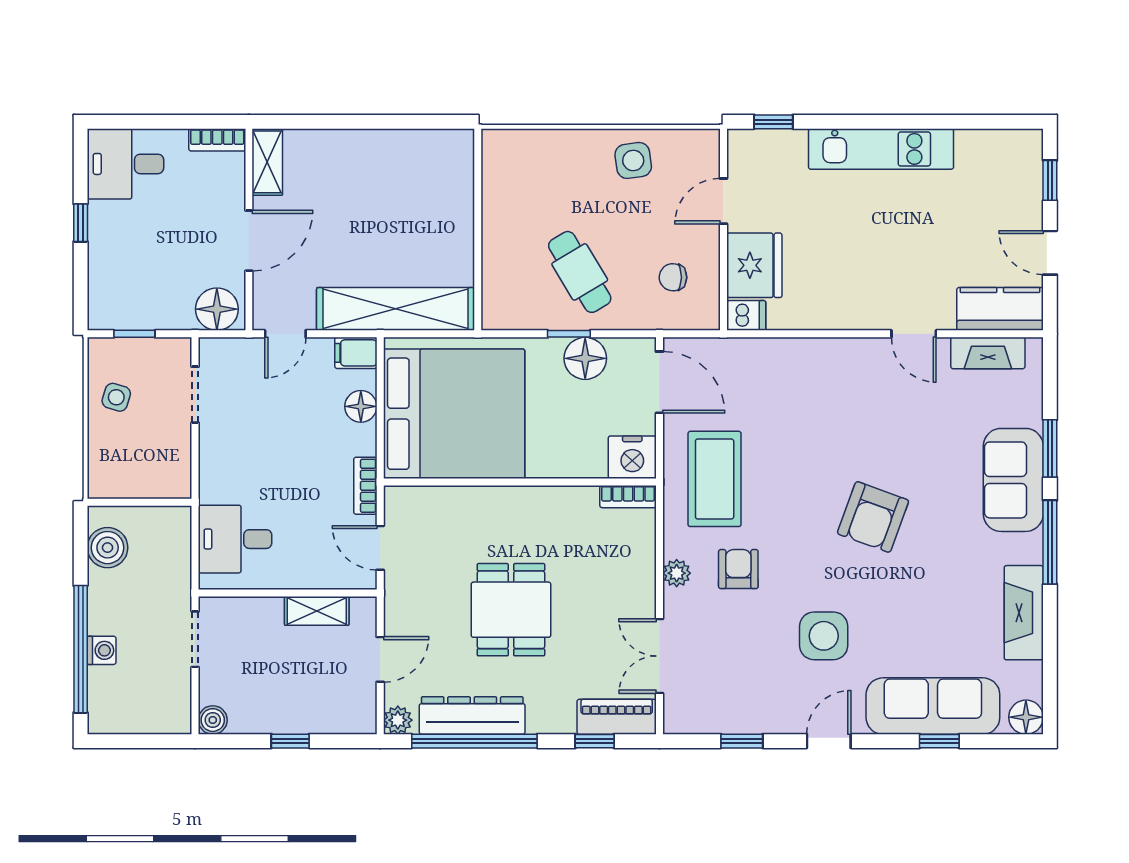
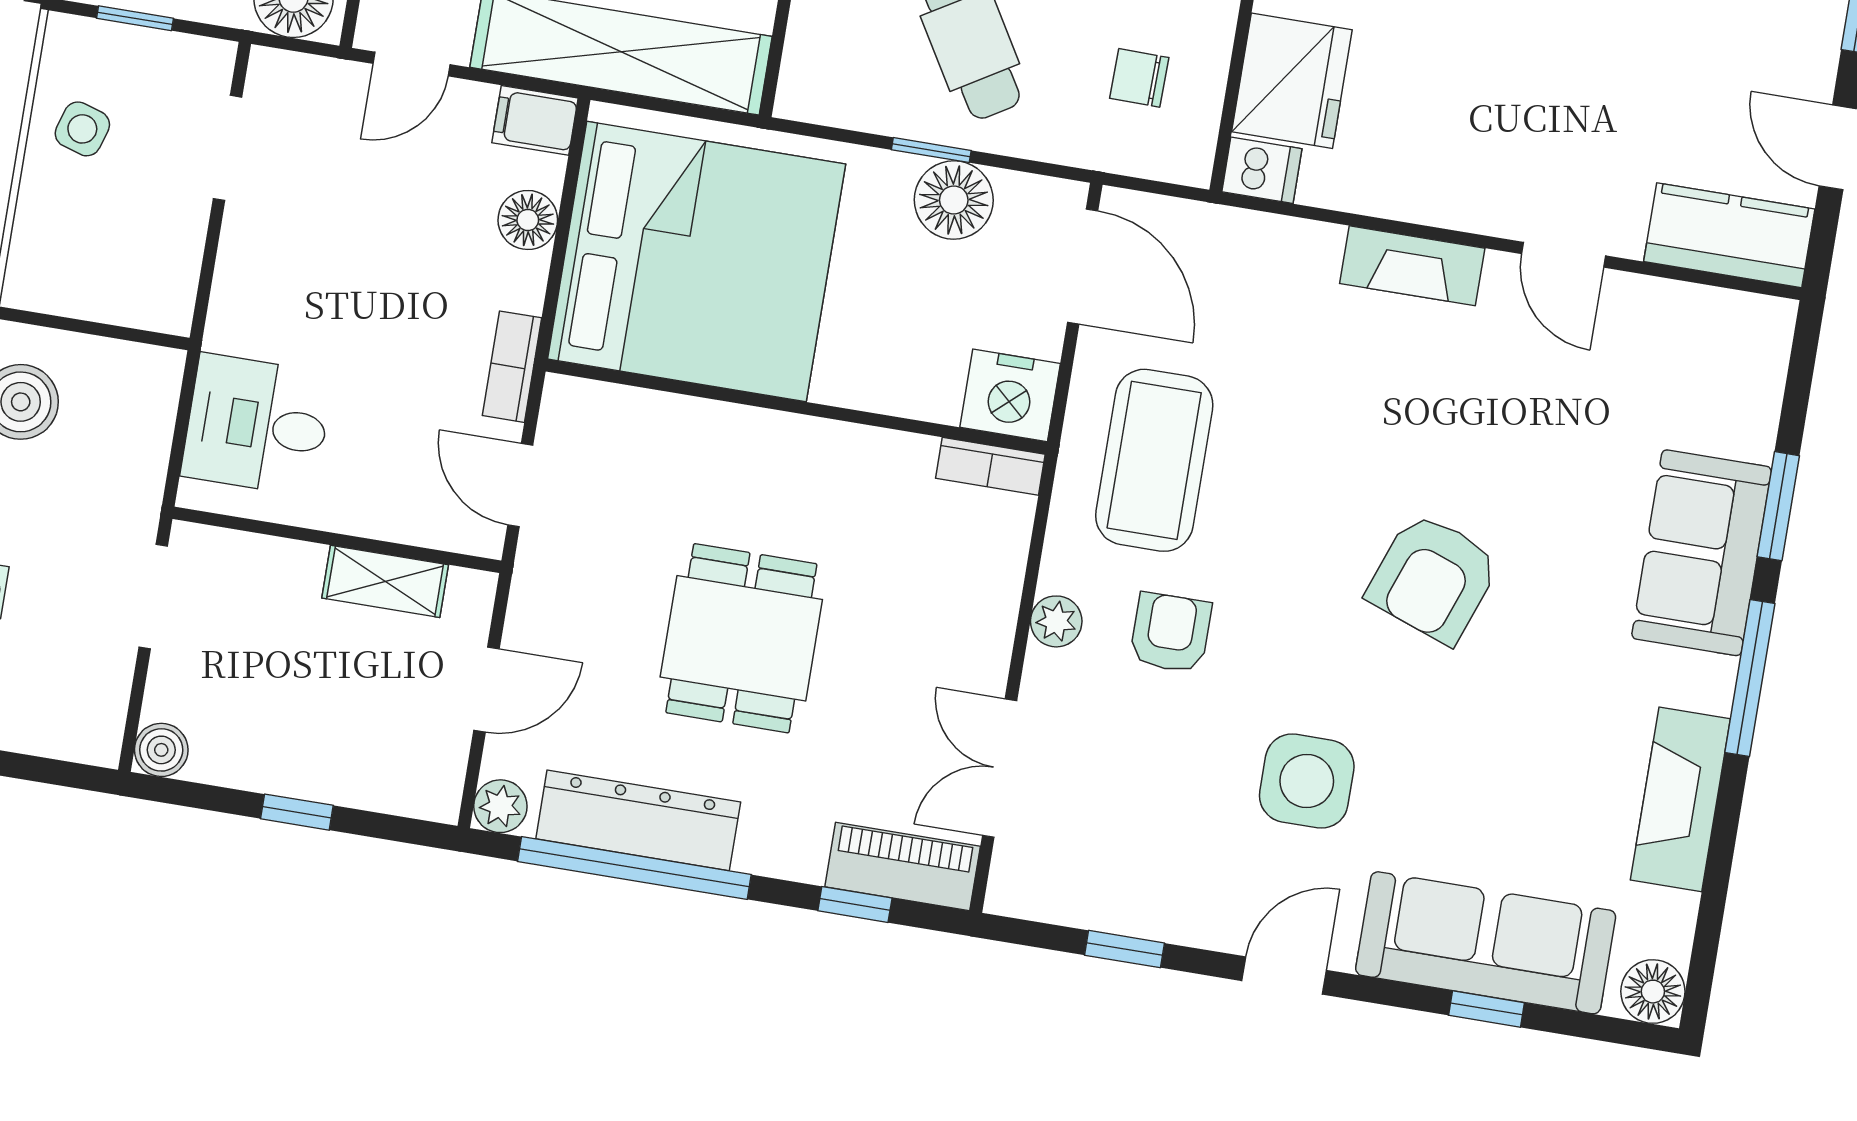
fireplace: (988, 353) -> (1412, 266), moved

